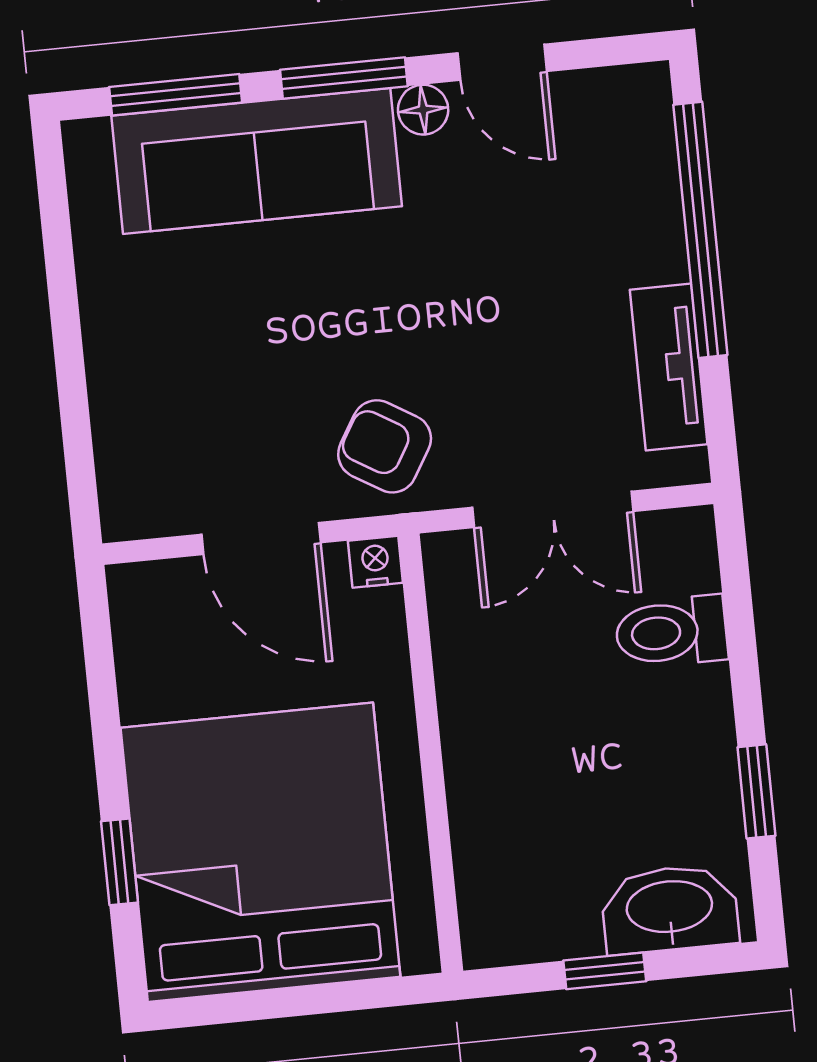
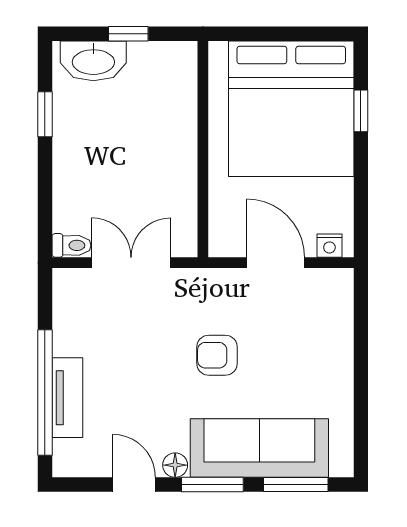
tv unit: (669, 367) -> (67, 398), moved
armchair: (385, 446) -> (217, 355), moved, turned 149
nightstand: (375, 562) -> (329, 246), moved
toilet: (671, 632) -> (71, 245), moved, width x0.73, depth x0.72

